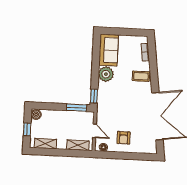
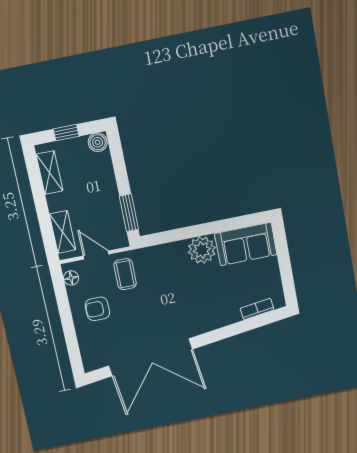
coffee table: (141, 76) -> (125, 274), moved
window: (94, 96) -> (158, 239), removed
door: (94, 131) -> (96, 255), swing flipped

